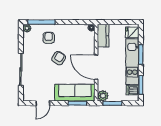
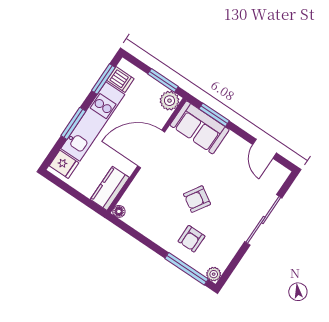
door: (96, 67) -> (151, 149), swing flipped
sofa: (75, 93) -> (200, 127), width x0.73
door: (43, 103) -> (264, 149), swing flipped

